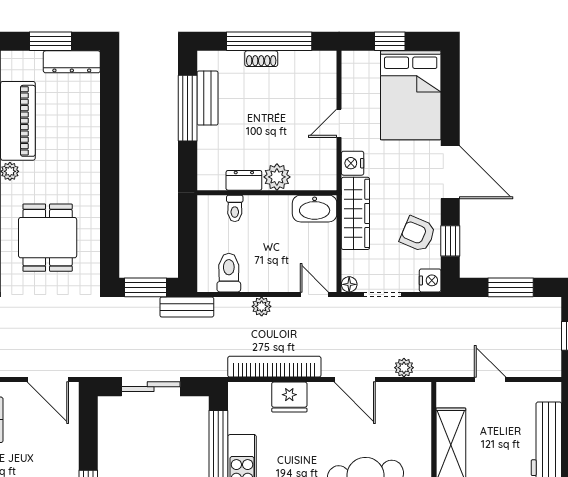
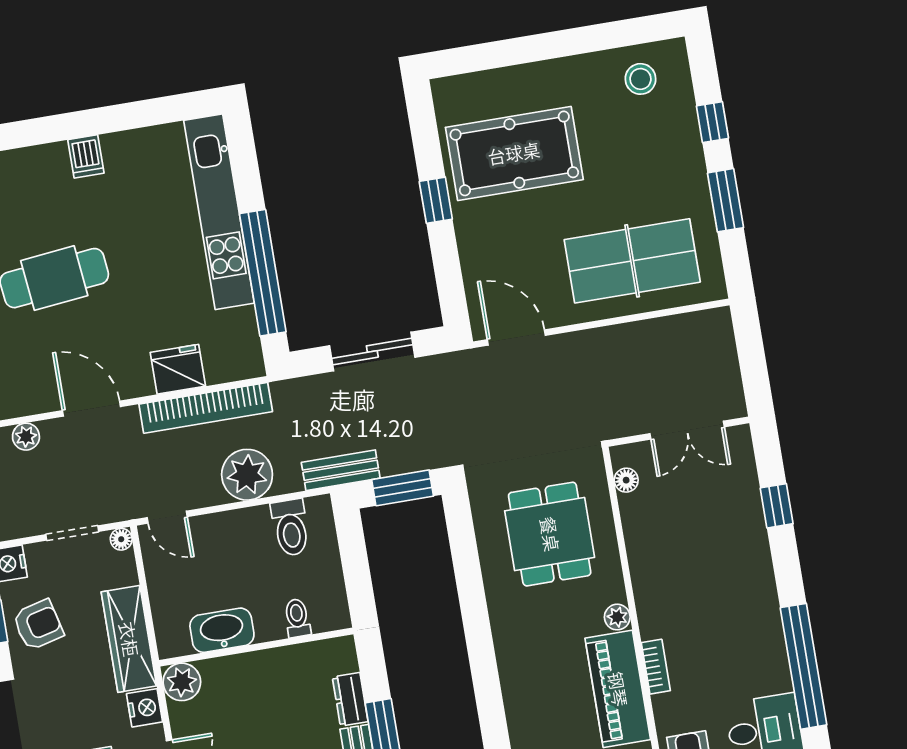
plant: (277, 177) -> (182, 682), moved
dresser: (244, 180) -> (350, 699), moved, turned 90
washbasin: (315, 209) -> (222, 630), moved
armchair: (418, 234) -> (38, 625), turned -37
plant: (262, 306) -> (247, 475), width x1.88, depth x1.88

